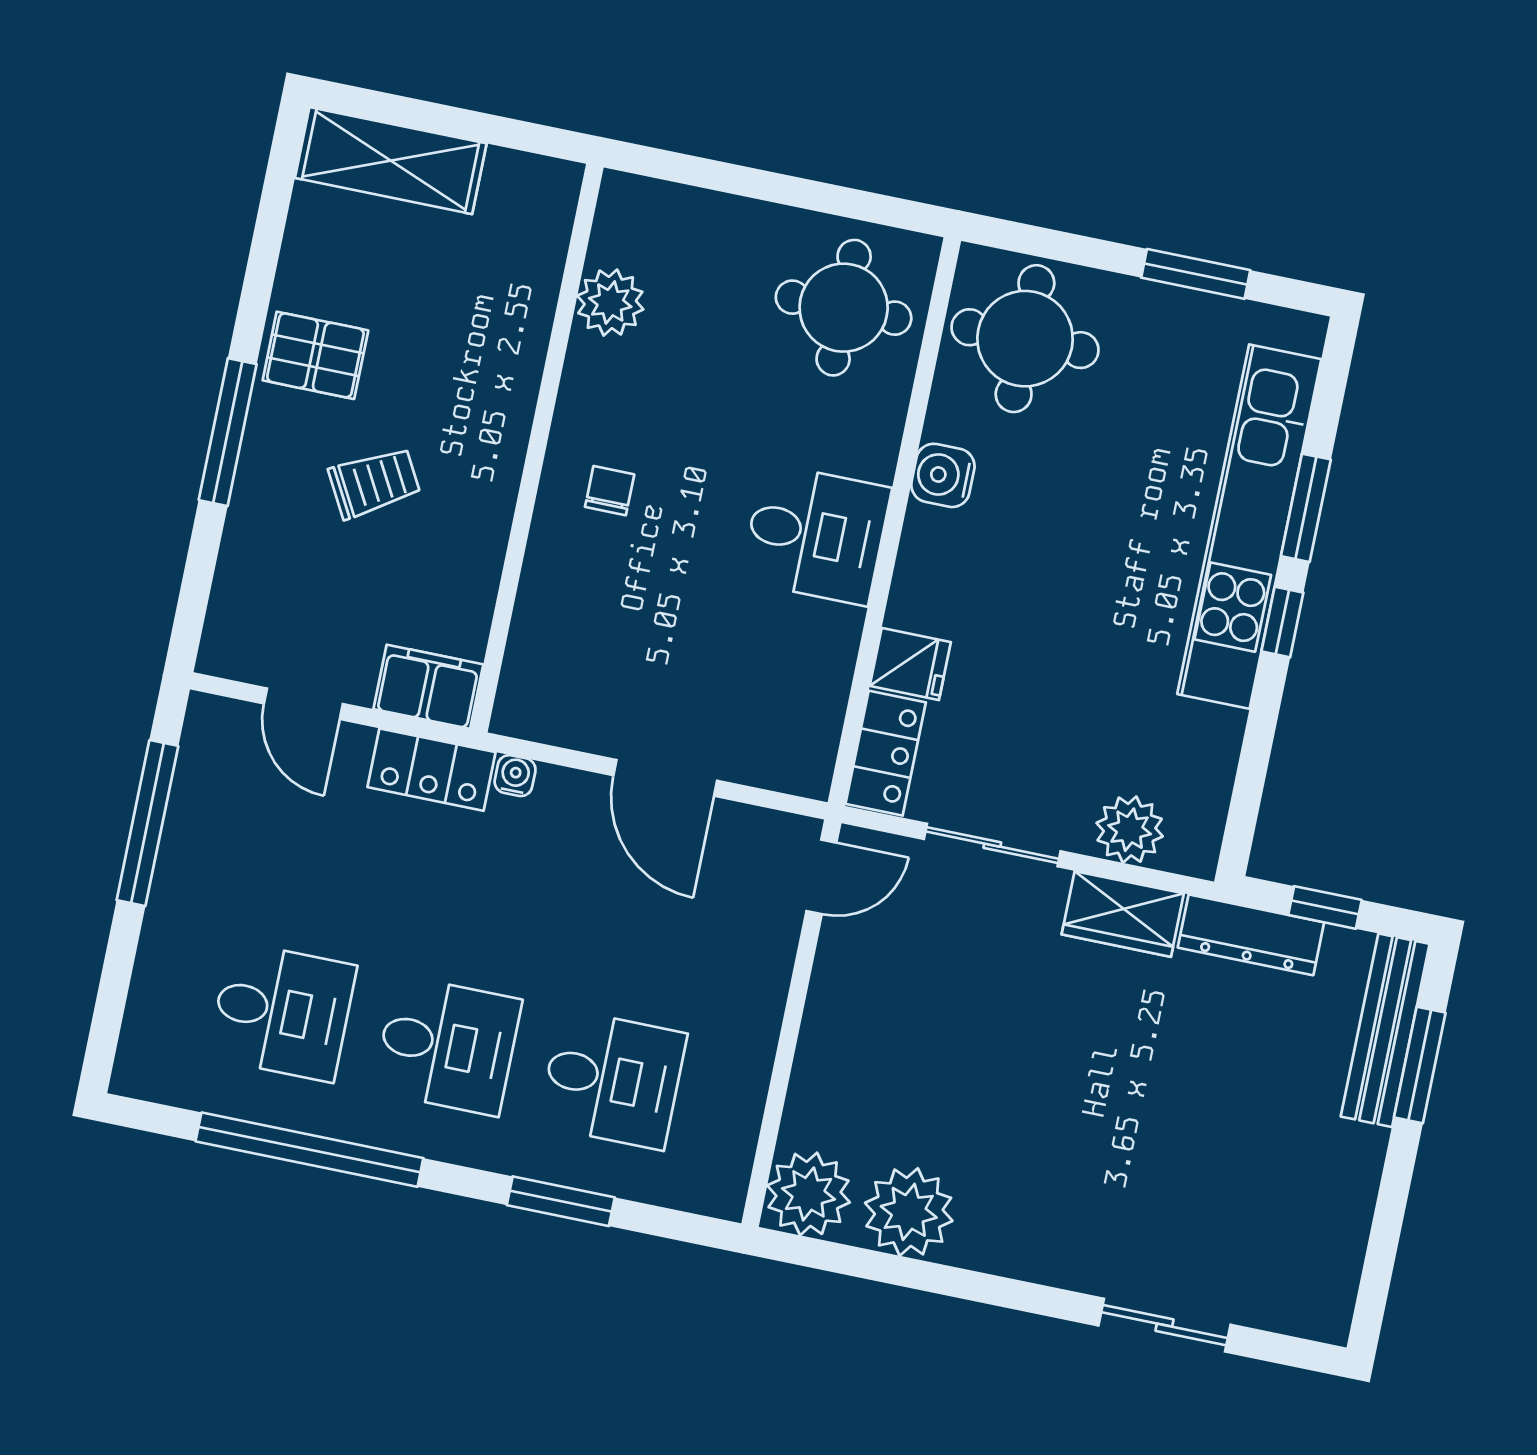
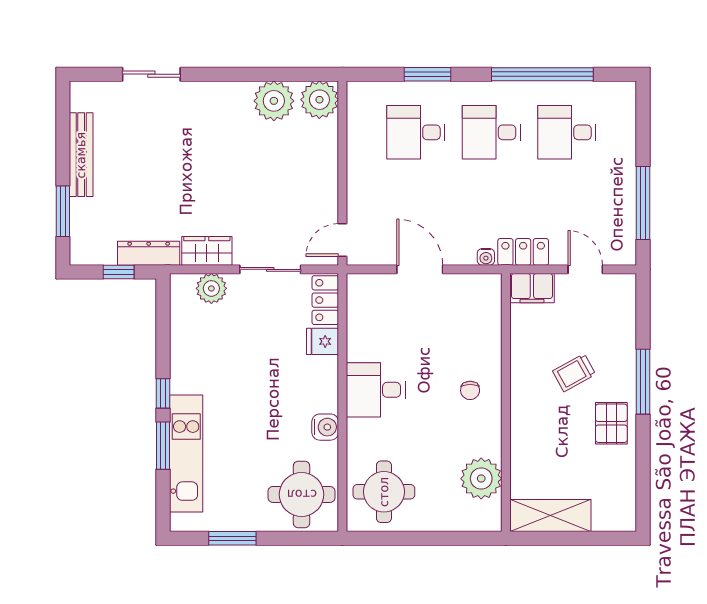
shelving: (391, 161) -> (550, 515), moved
plant: (610, 303) -> (481, 479), width x1.36, depth x1.36
pallet: (315, 355) -> (611, 423), turned 90
kitchen unit: (1249, 527) -> (186, 454), width x0.73
bench: (1385, 1030) -> (81, 155), moved

